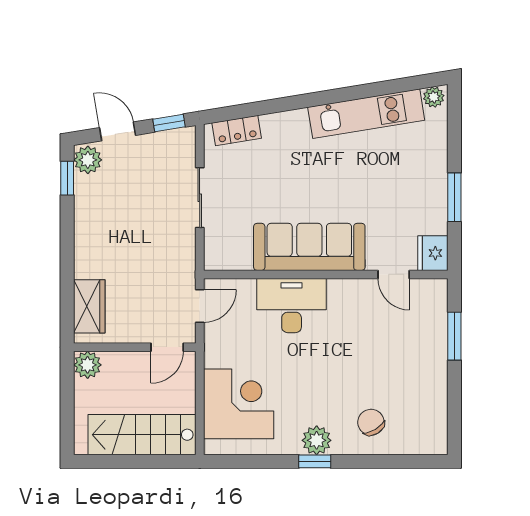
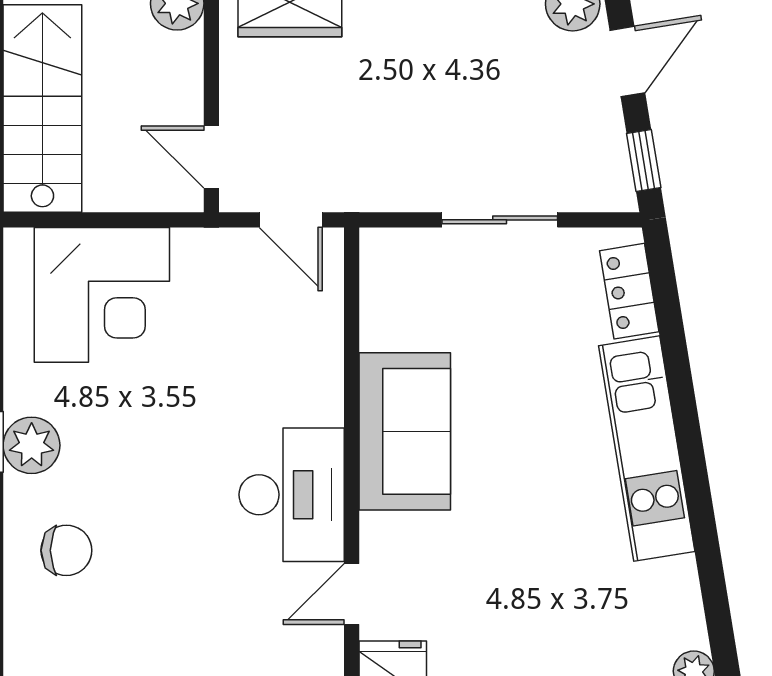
kitchen unit: (366, 114) -> (647, 449), moved
sofa: (309, 247) -> (405, 431), width x0.73
desk: (292, 306) -> (292, 495), moved
chair: (371, 422) -> (66, 550), turned 31

